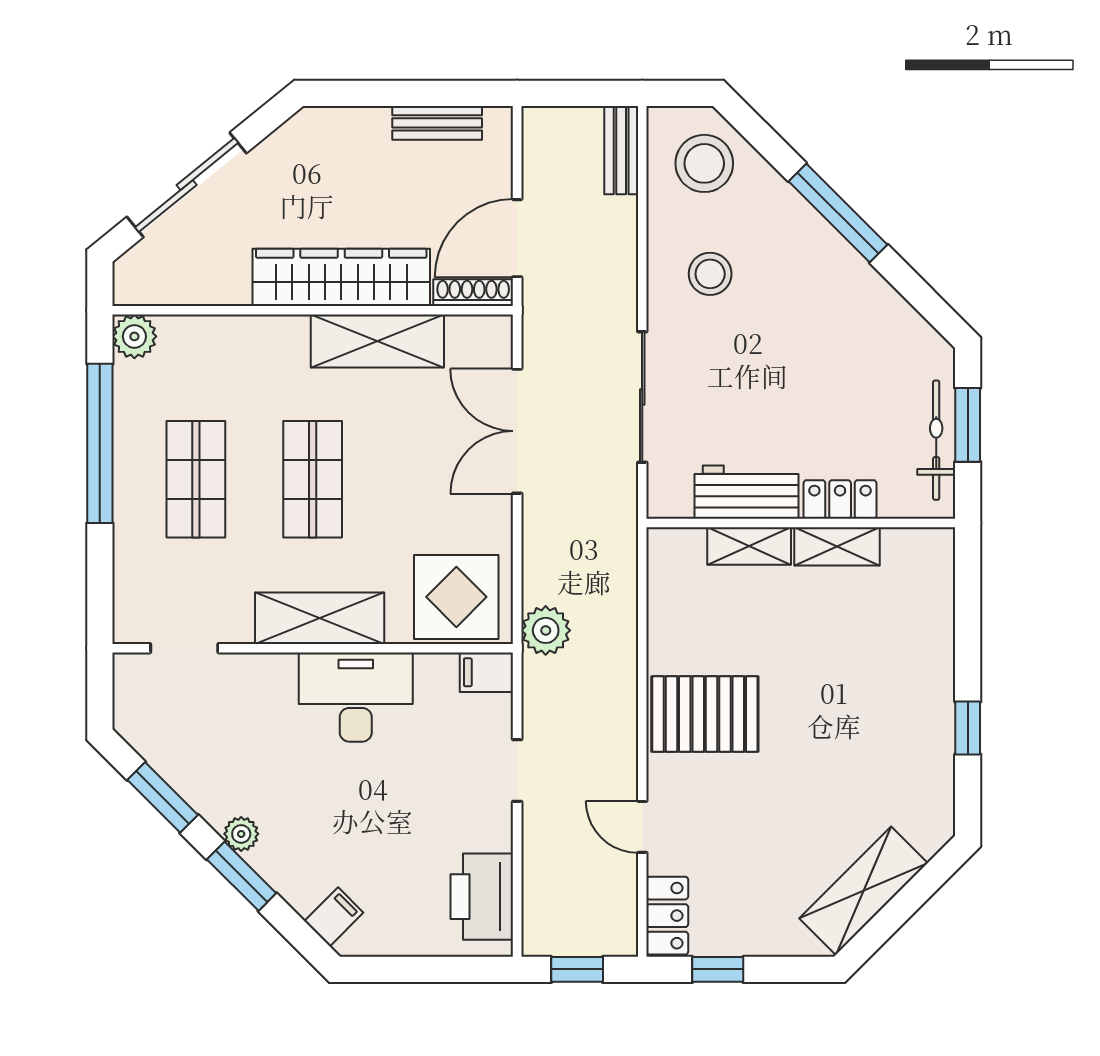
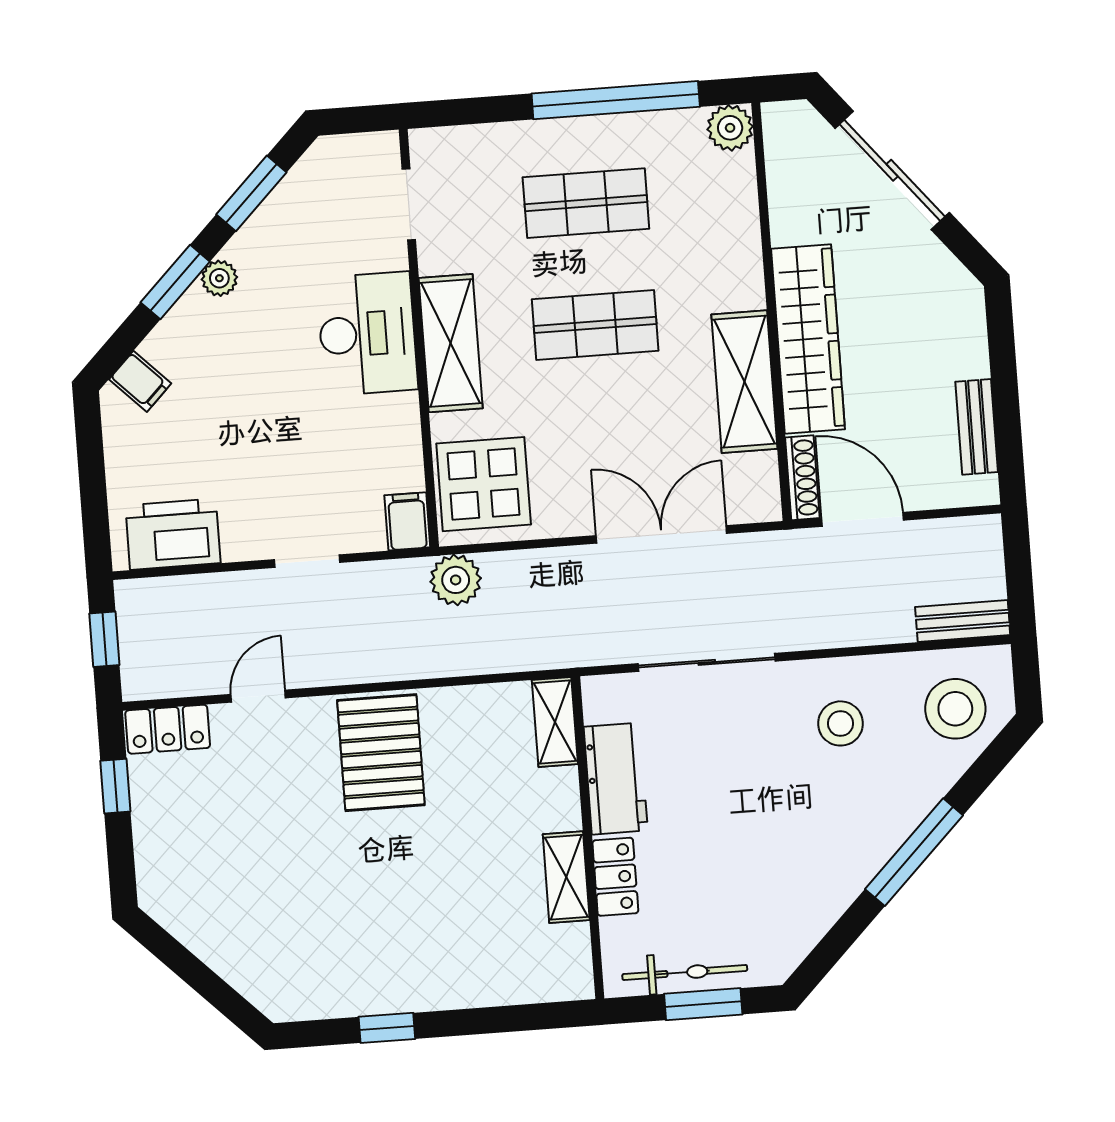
shelving: (749, 546) -> (555, 722), moved
desk: (356, 697) -> (367, 334), moved
shelving: (863, 891) -> (209, 932), removed

